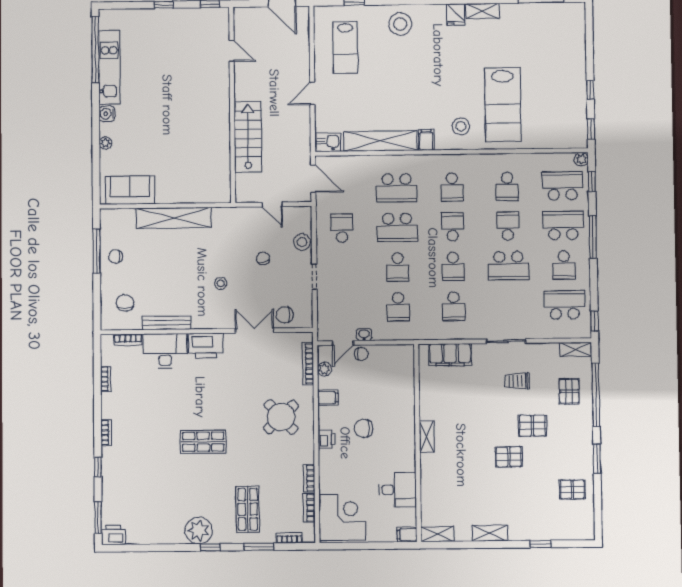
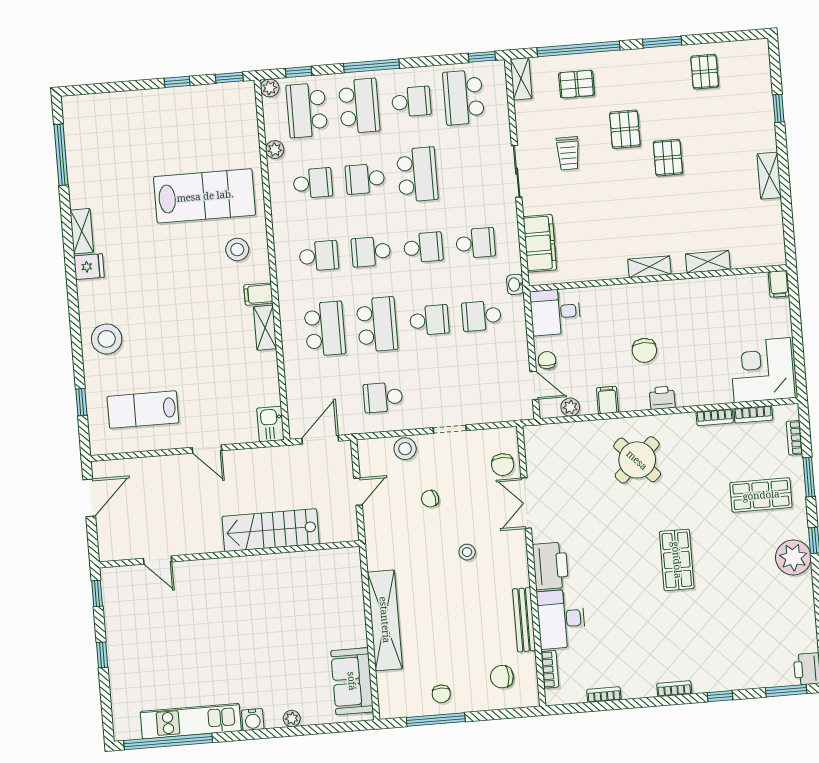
lab bench: (345, 48) -> (143, 410), turned 180
door: (232, 51) -> (158, 560), swing flipped
shelving: (381, 141) -> (265, 328), width x0.45, depth x0.75
plant: (534, 160) -> (275, 150), added
school desk: (563, 225) -> (359, 106), turned 180
school desk: (398, 307) -> (481, 316), turned 180
washbasin: (364, 335) -> (515, 284), moved
bookcase: (308, 364) -> (565, 429), removed
desk: (398, 490) -> (555, 312), moved, turned -90
shelving: (437, 534) -> (708, 262), moved, turned 90

